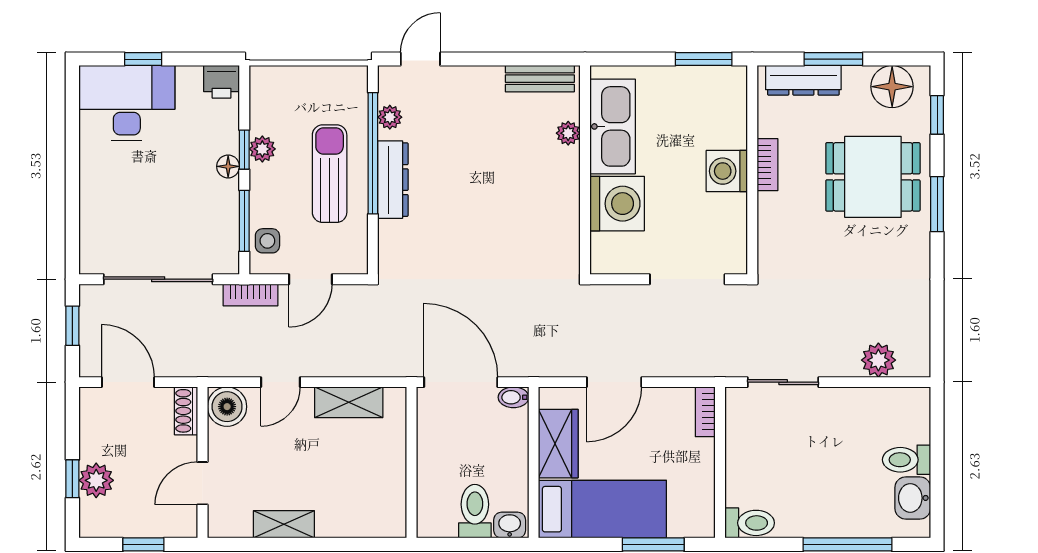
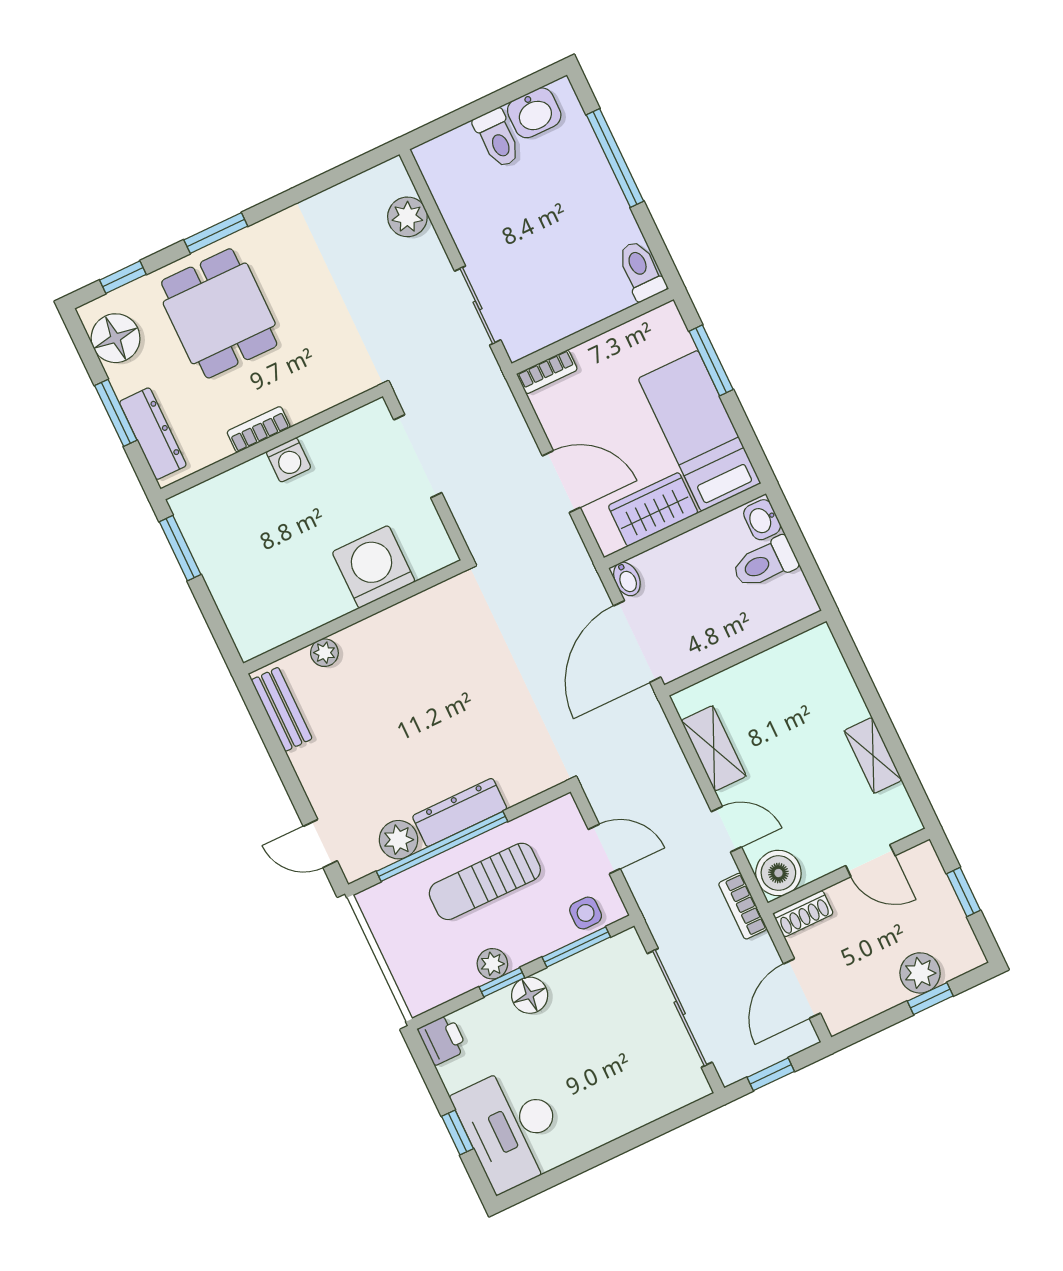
plant: (390, 117) -> (399, 840), width x1.38, depth x1.38
kitchen sink: (613, 126) -> (295, 610), removed
floor lamp: (228, 166) -> (530, 995), width x1.37, depth x1.37
washing machine: (727, 171) -> (289, 460), width x0.73, depth x0.73
bookcase: (250, 295) -> (743, 906), moved, turned 180

